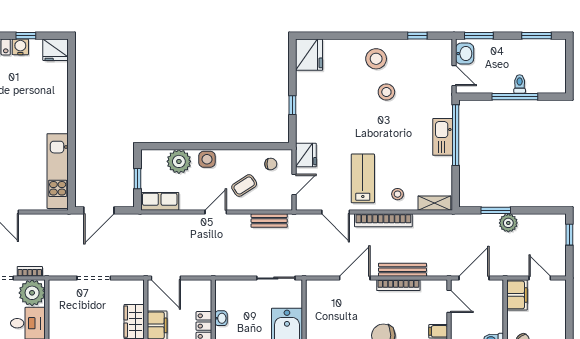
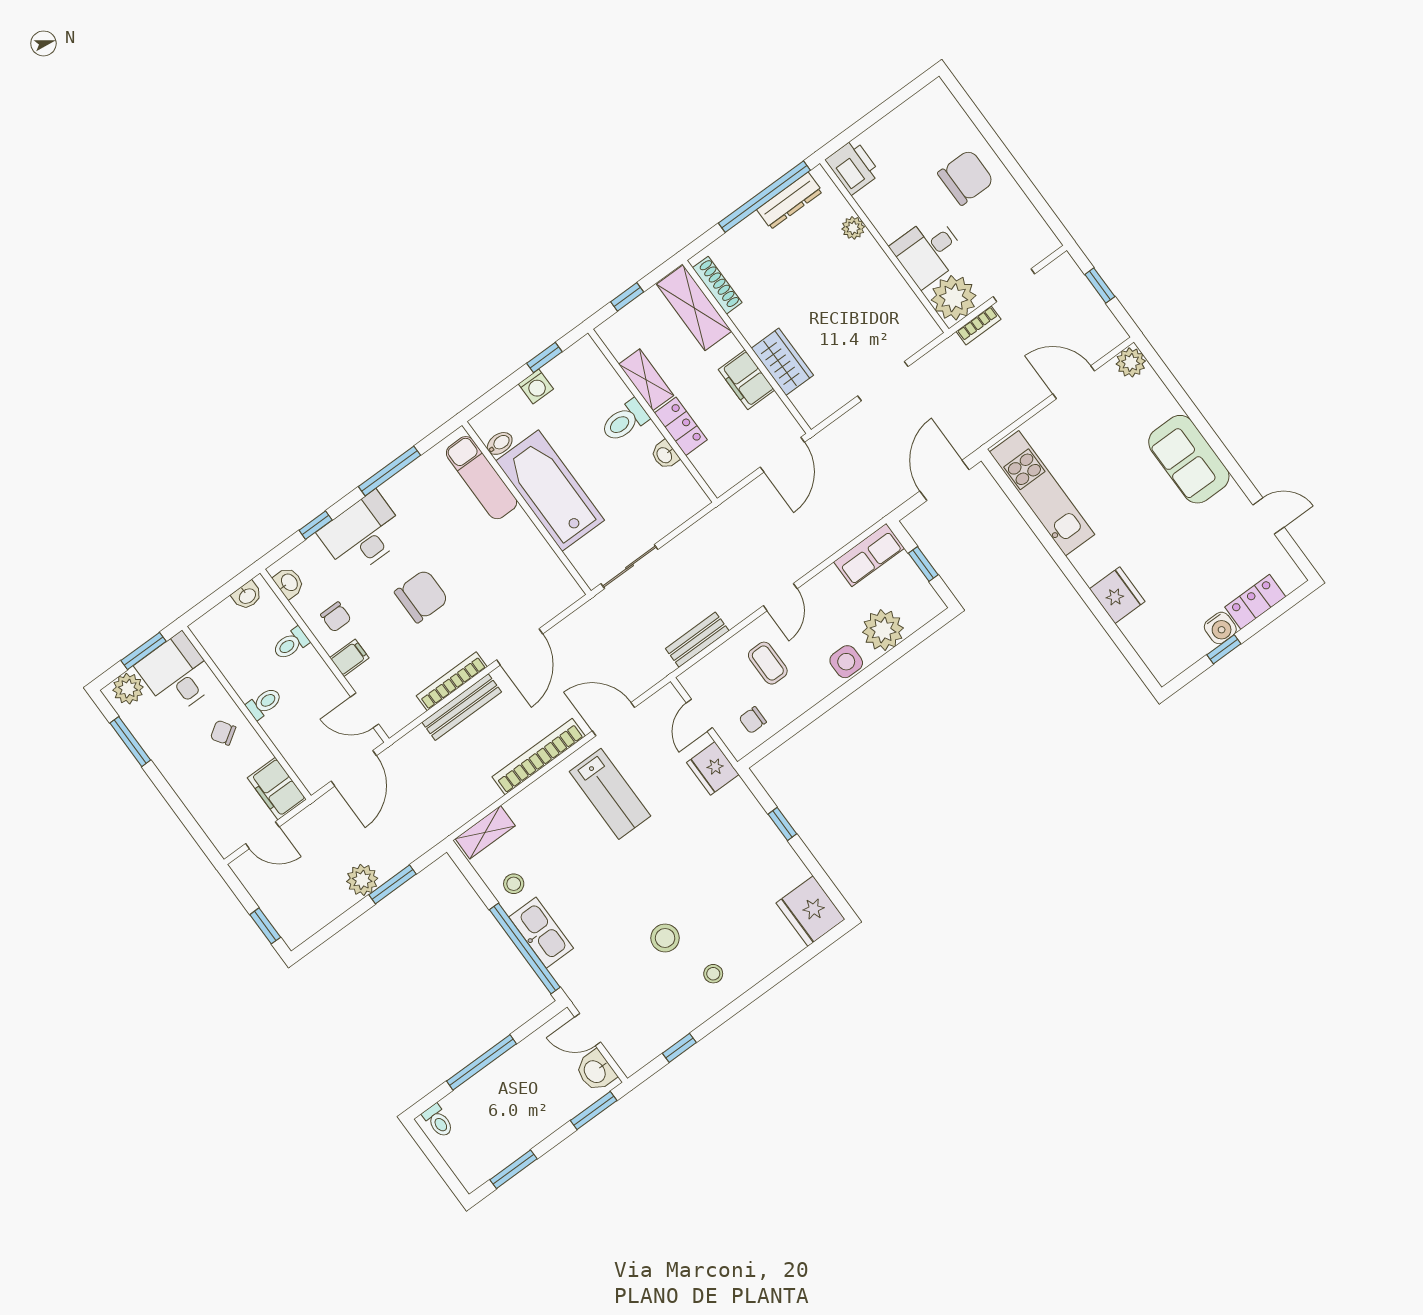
fridge: (56, 50) -> (1117, 595), moved, turned 90
stool: (376, 59) -> (713, 974), width x0.53, depth x0.53
toilet: (520, 84) -> (438, 1121), moved
coffee table: (244, 185) -> (768, 663), turned -57
stool: (398, 194) -> (514, 884), moved
door: (166, 278) -> (782, 455), swing flipped

